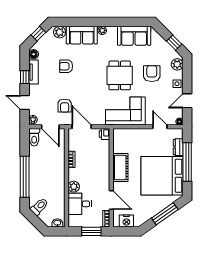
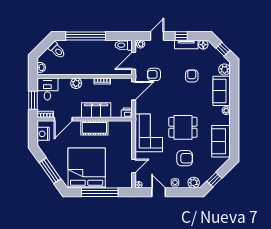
dresser: (178, 147) -> (114, 184), removed
filing cabinet: (102, 166) -> (96, 110), added
desk: (80, 204) -> (47, 89), moved

